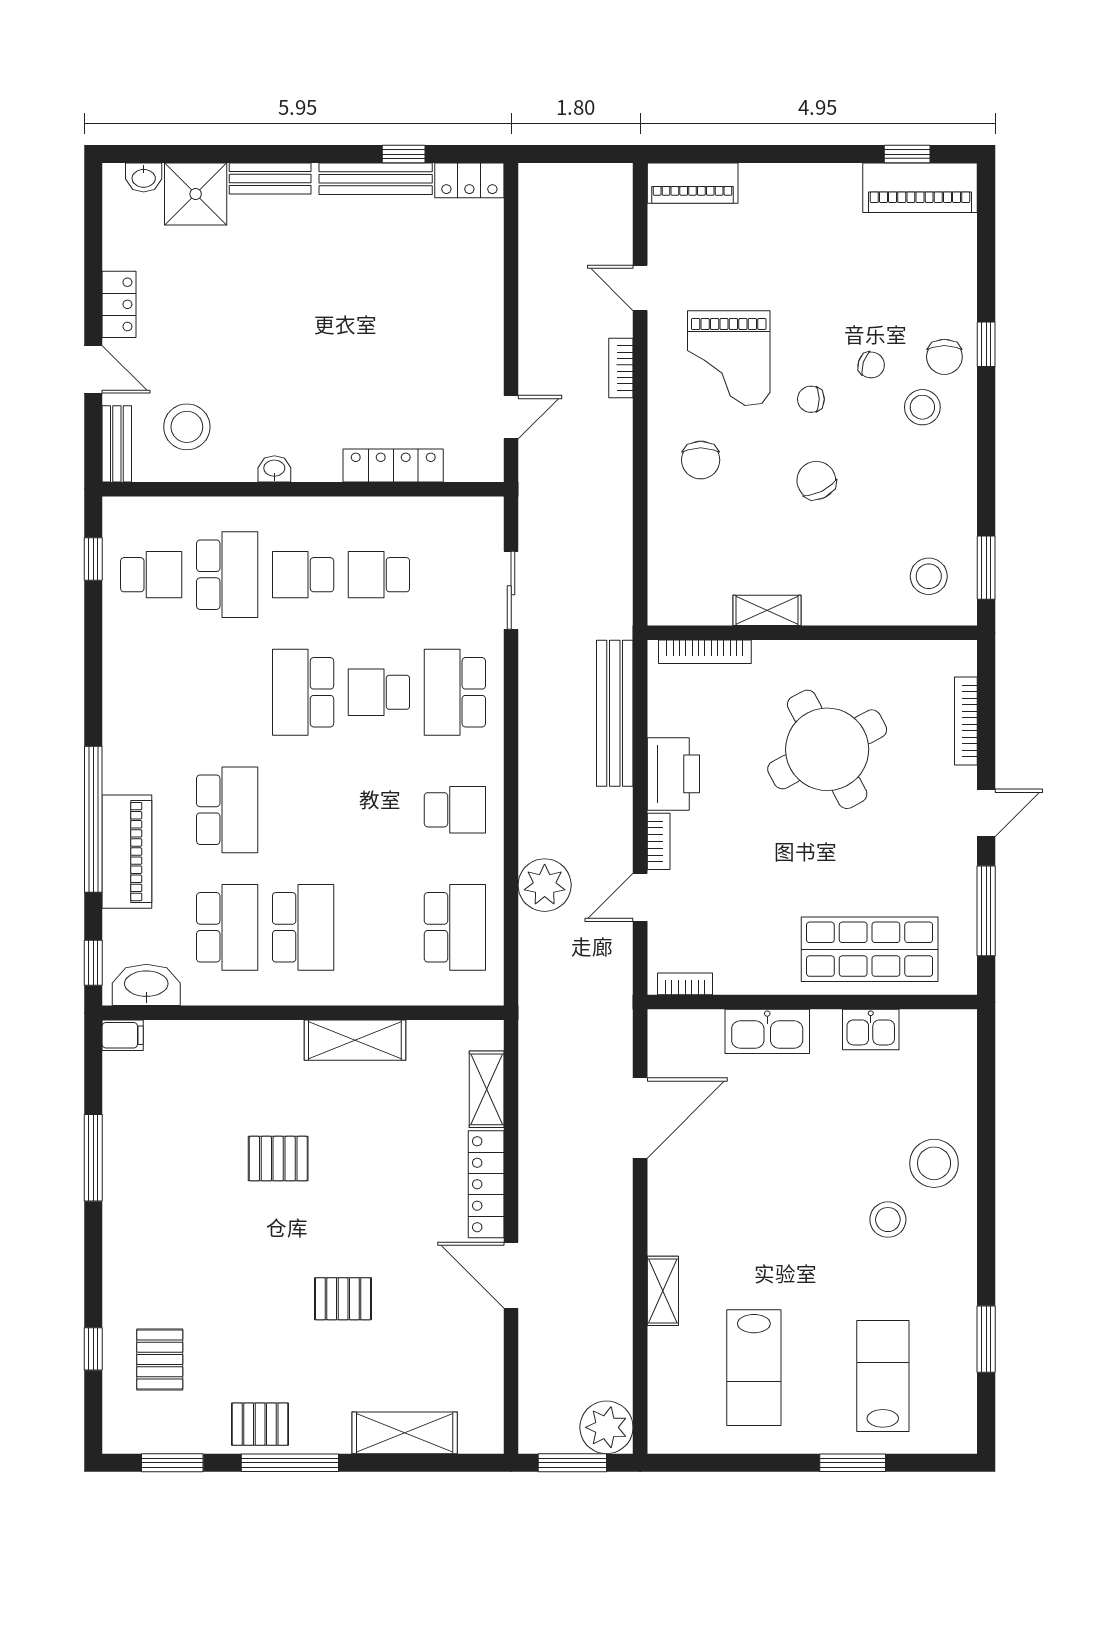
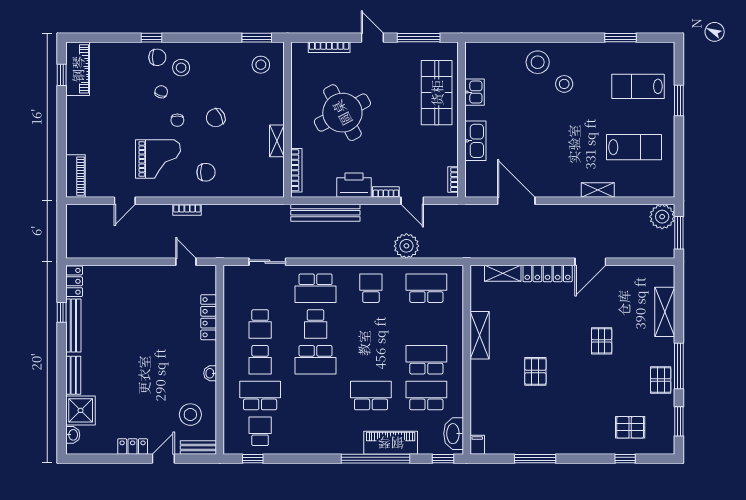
bookcase: (621, 368) -> (187, 210), moved

